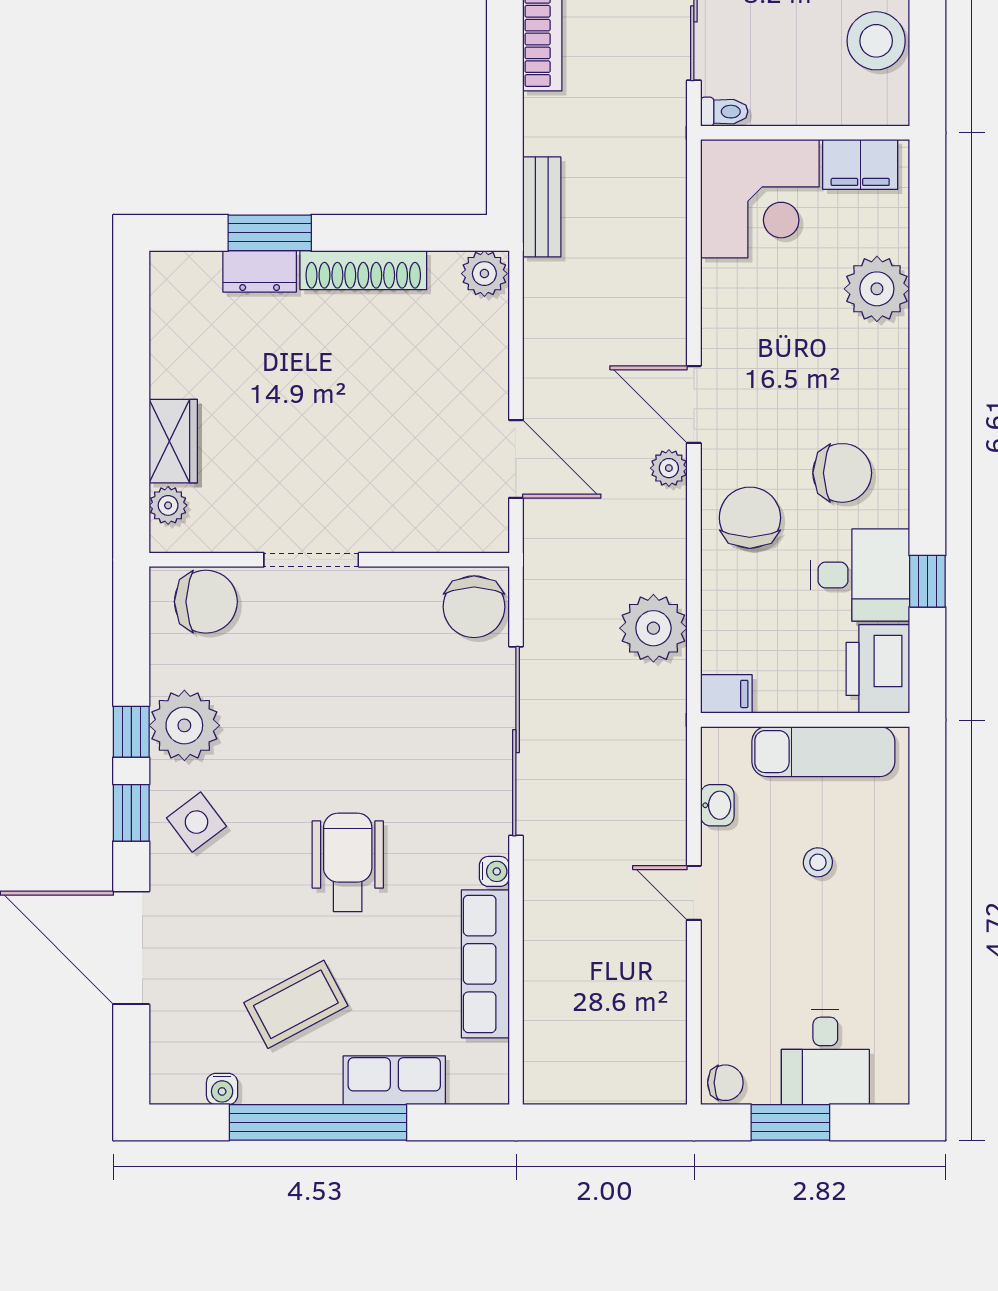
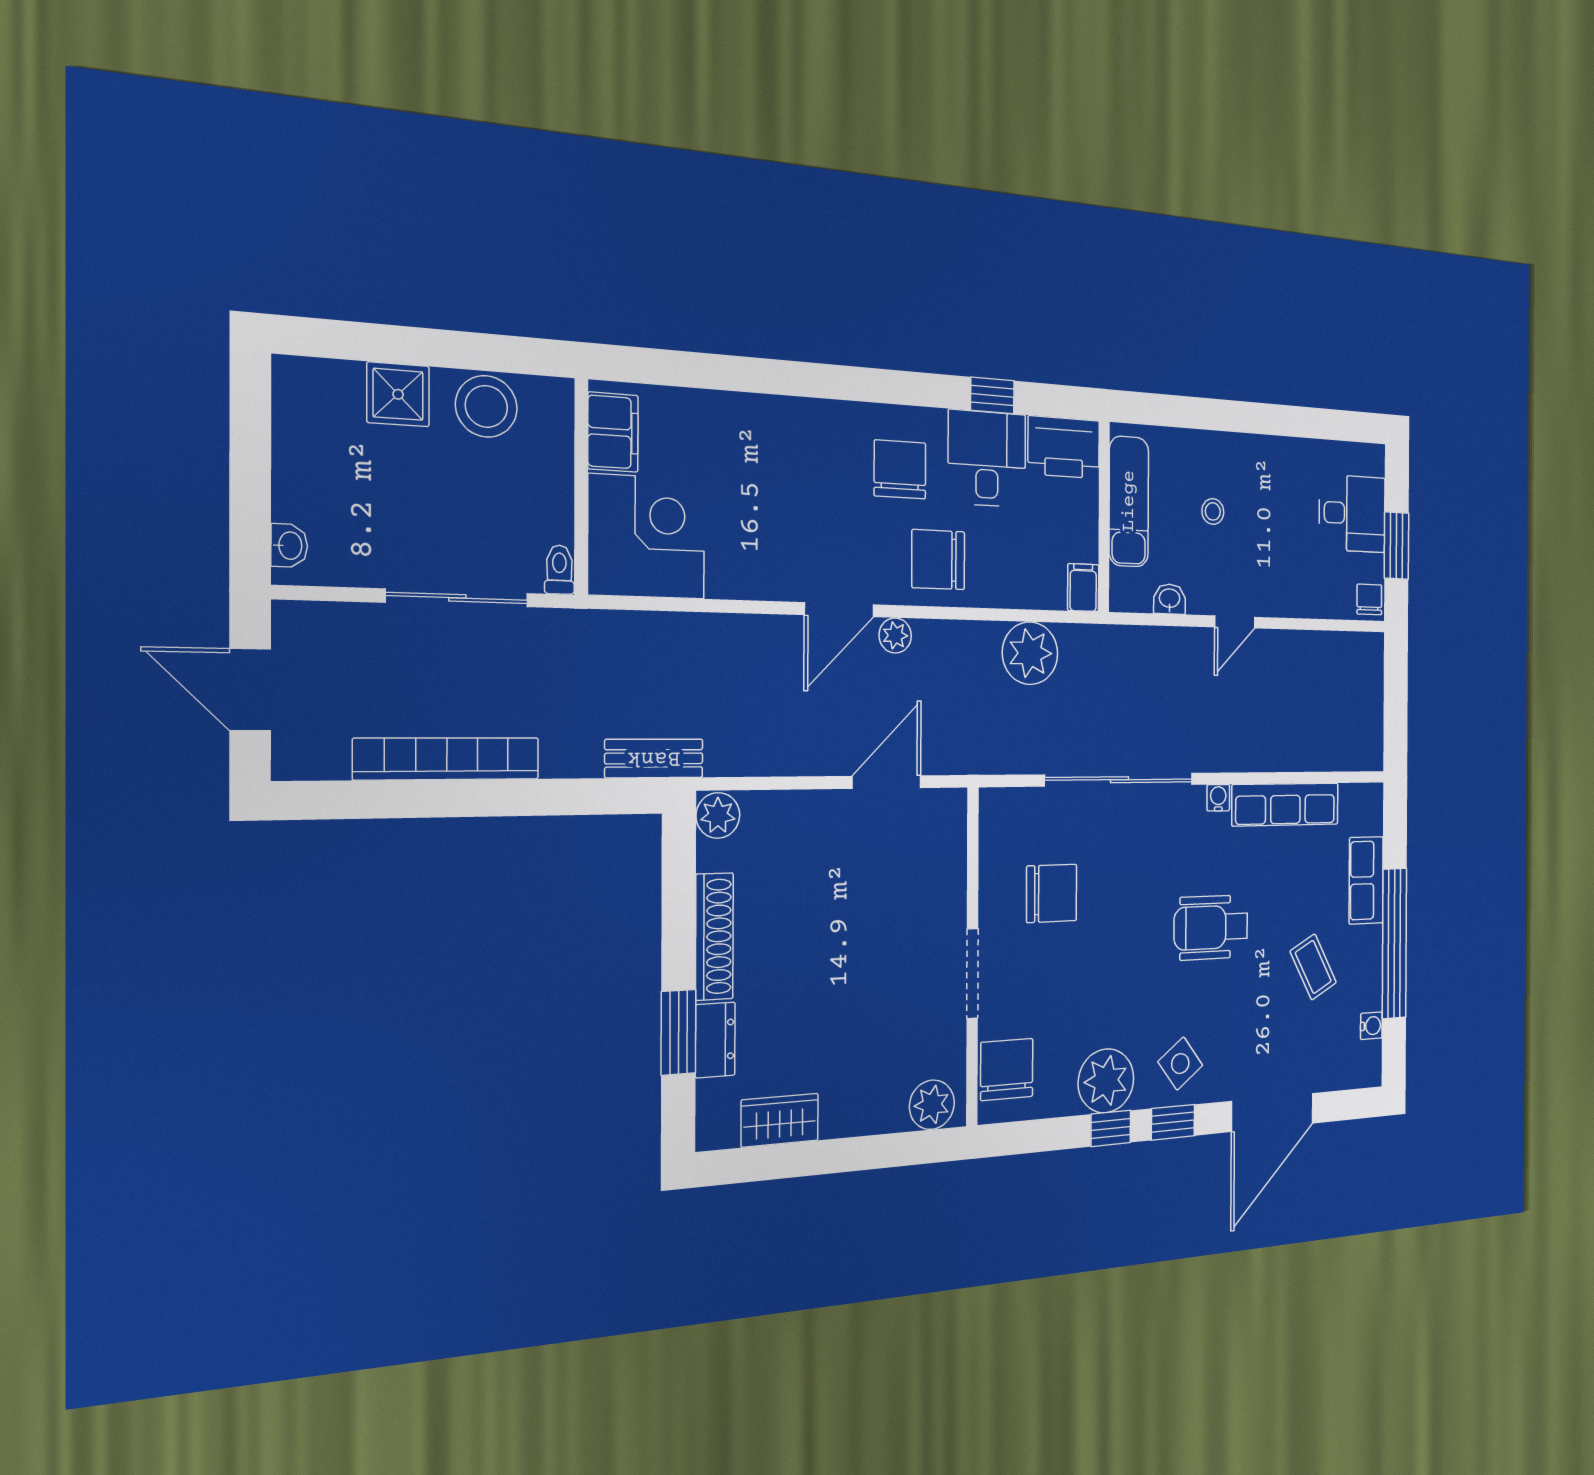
plant: (877, 289) -> (733, 424), removed
wardrobe: (173, 441) -> (780, 1120), moved
plant: (168, 505) -> (932, 1105), width x1.38, depth x1.38
chair: (474, 607) -> (1052, 893), moved
coffee table: (296, 1004) -> (1313, 967), width x0.73, depth x0.77

